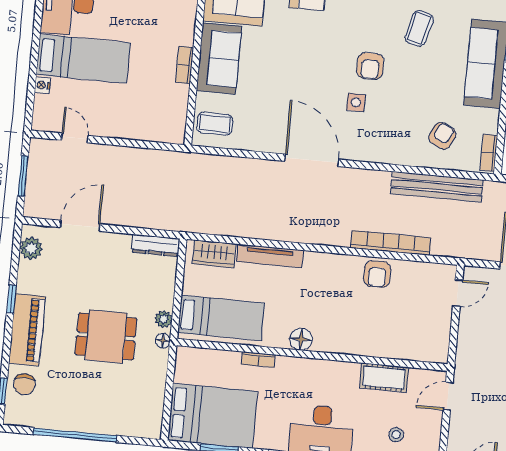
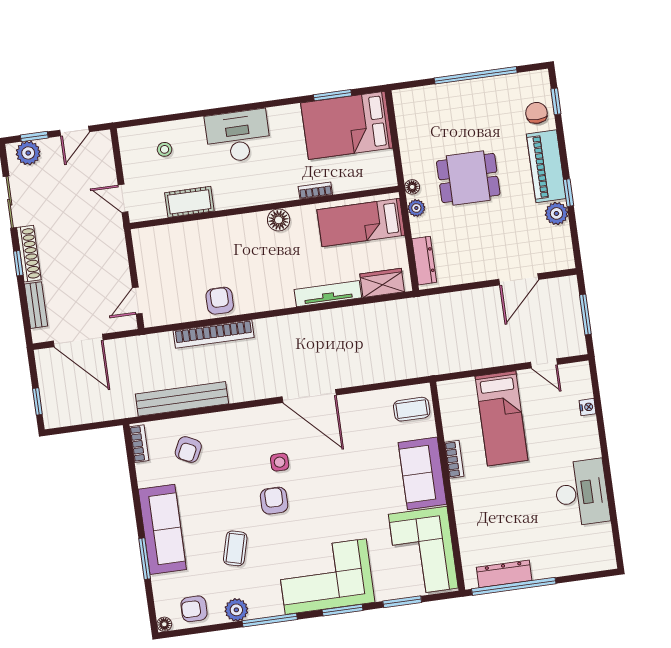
bed: (83, 59) -> (502, 418), moved, turned -90
dresser: (156, 245) -> (424, 261), moved, turned 90
plant: (31, 248) -> (556, 213), moved
door: (448, 396) -> (123, 198), swing flipped

